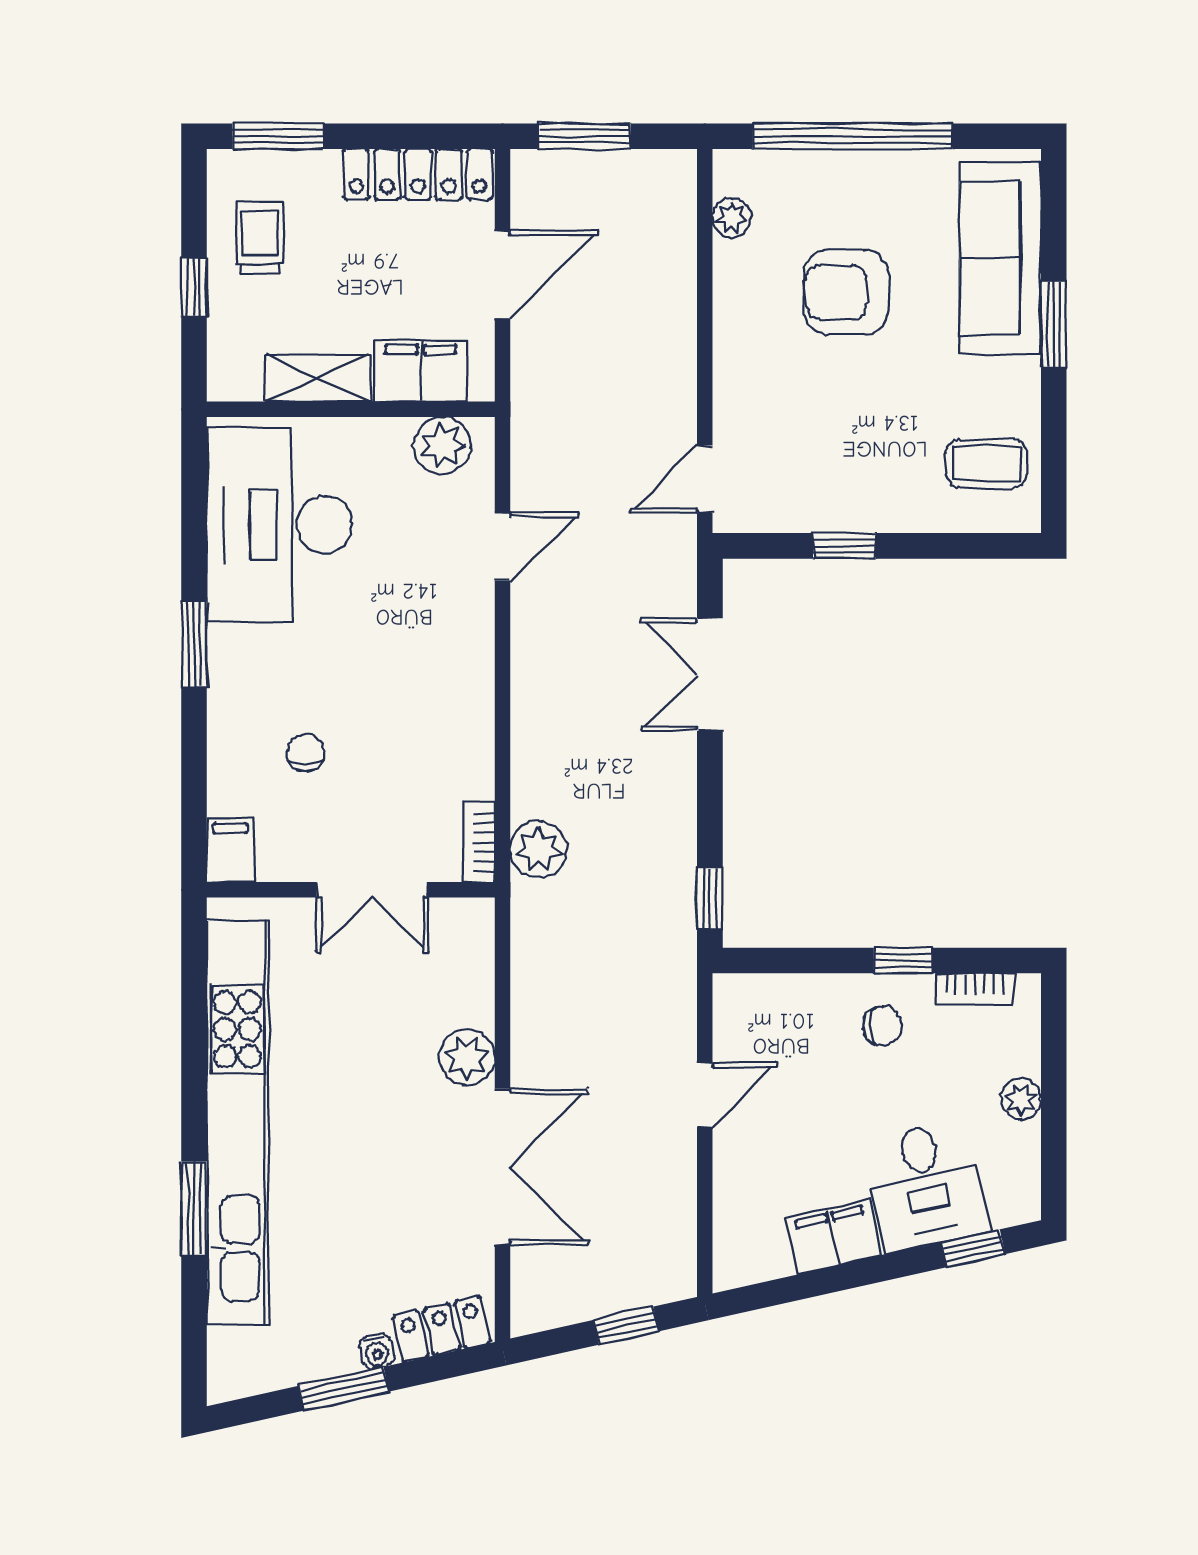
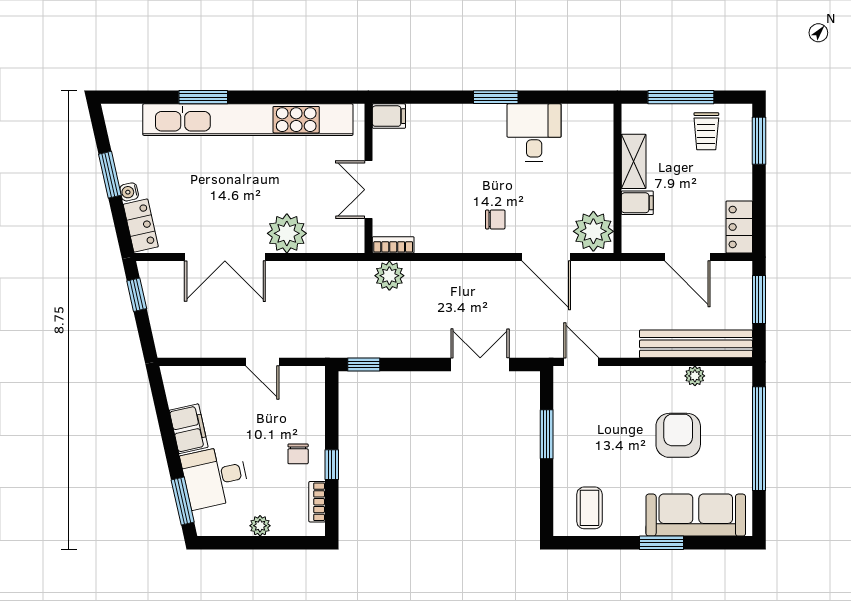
locker: (418, 174) -> (739, 227), width x0.66
plant: (732, 218) -> (695, 376), moved
trolley: (260, 238) -> (706, 131), turned 90
bench: (670, 258) -> (696, 344), added
window: (194, 287) -> (681, 97), width x2.17
filing cabinet: (421, 371) -> (637, 203), width x0.50
plant: (442, 445) -> (593, 231), width x1.36, depth x1.36
desk: (279, 525) -> (534, 133), width x0.53, depth x0.77
window: (844, 546) -> (547, 434), width x1.50
door: (503, 547) -> (546, 257), width x1.38
chair: (306, 753) -> (495, 219), moved
plant: (467, 1058) -> (287, 233), width x1.36, depth x1.36
window: (973, 1248) -> (183, 501), width x1.50
window: (626, 1326) -> (137, 295), moved

